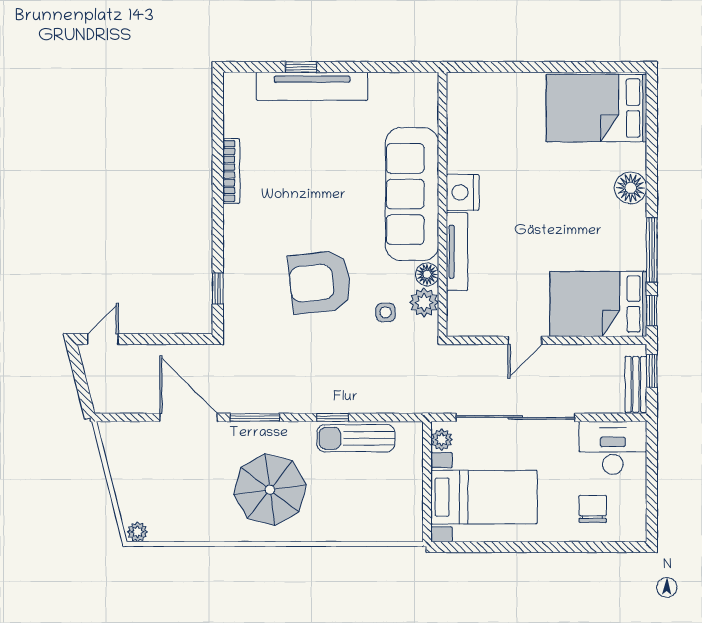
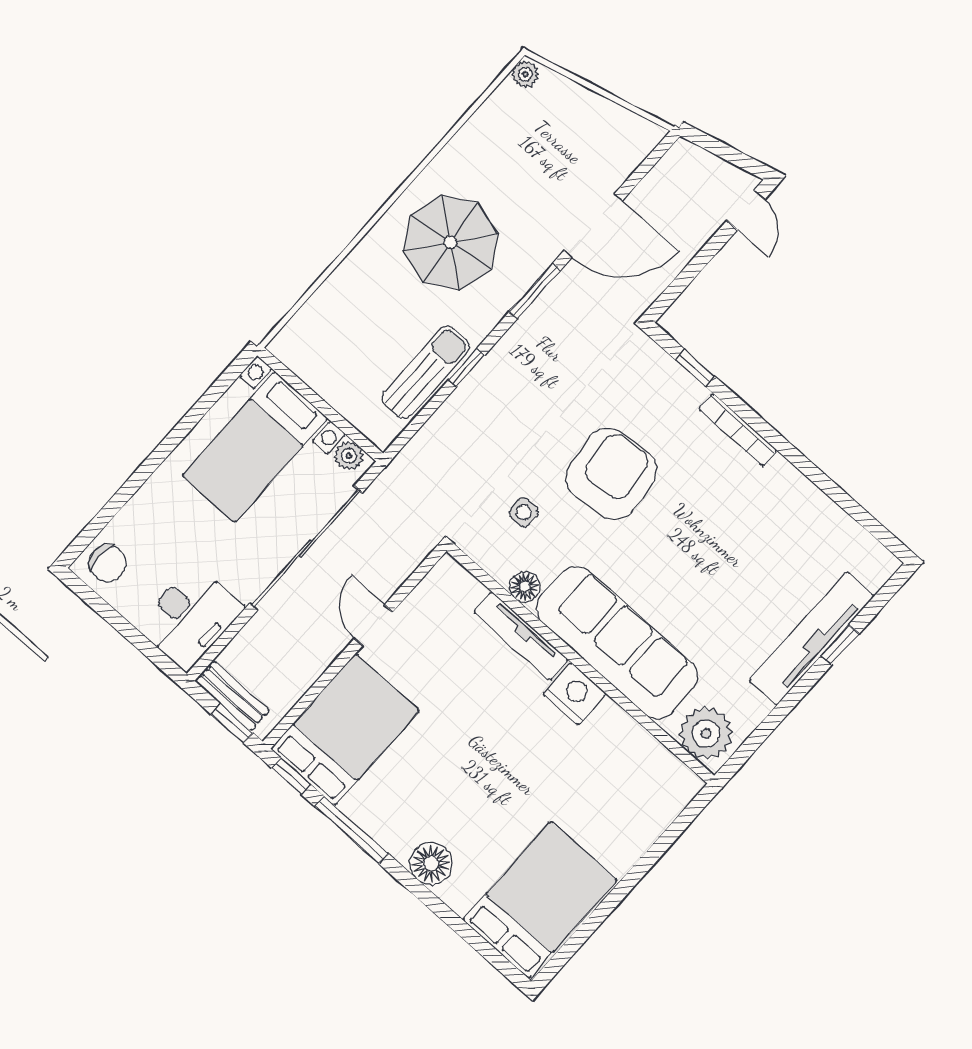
bookcase: (231, 171) -> (738, 430), moved
plant: (424, 302) -> (706, 733), moved, width x1.36, depth x1.36
chair: (593, 509) -> (107, 563), moved

